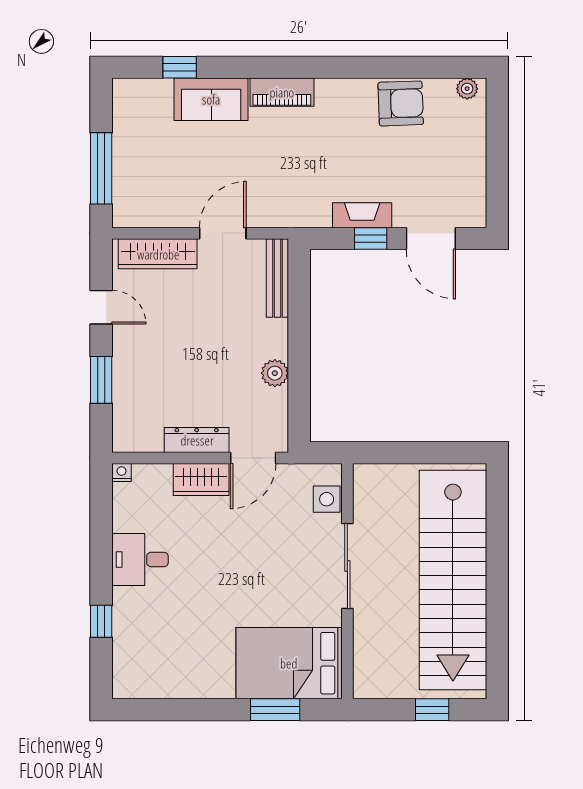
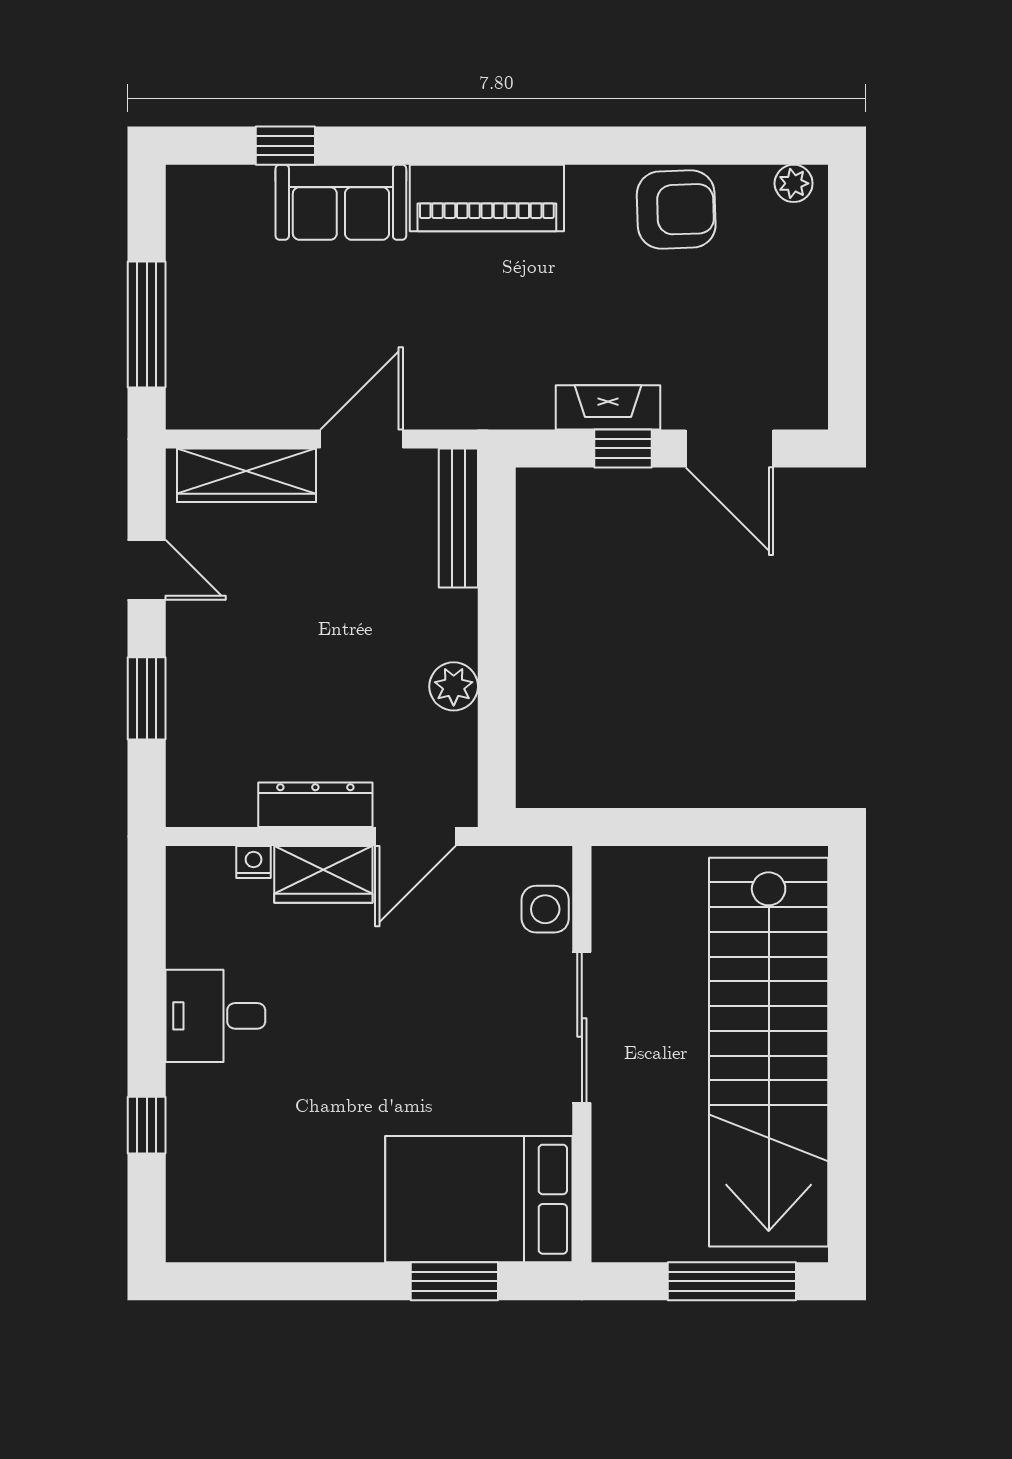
piano: (282, 92) -> (487, 198), width x1.37, depth x1.33
nightstand: (122, 473) -> (254, 862), moved
window: (432, 710) -> (732, 1281), width x2.17

